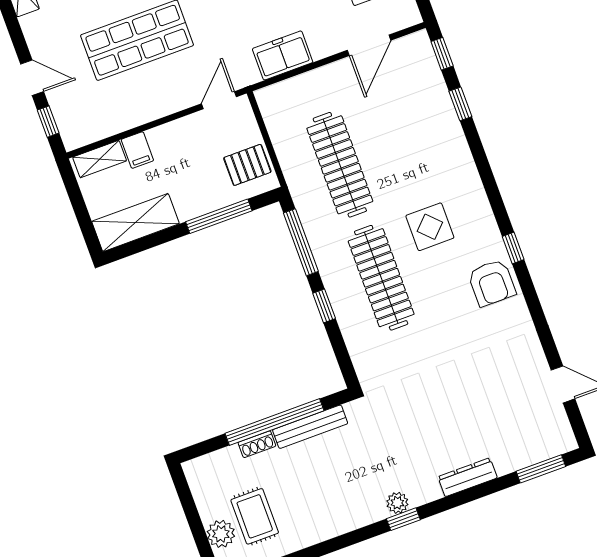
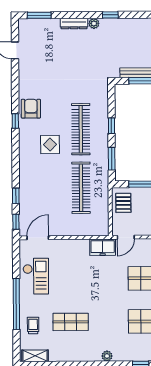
door: (369, 45) -> (38, 238), moved
freezer: (283, 55) -> (103, 247), moved
pallet: (247, 165) -> (123, 203), turned 90
window: (301, 242) -> (112, 159), width x0.69
plant: (397, 503) -> (94, 23), moved

